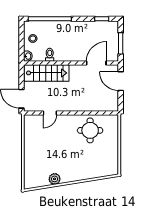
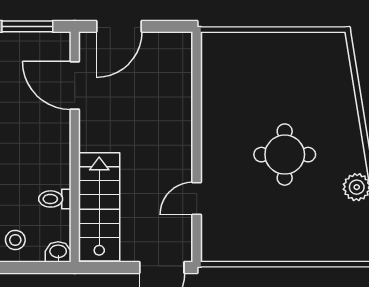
door: (50, 113) -> (197, 199), swing flipped
round table: (90, 130) -> (285, 155), moved

